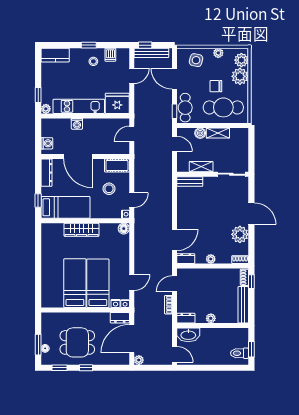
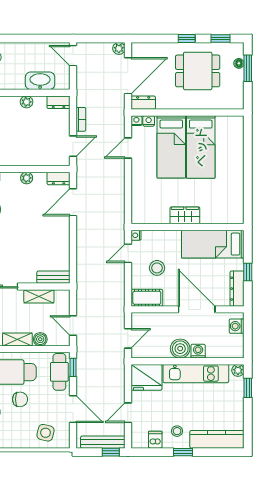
plant: (218, 53) -> (17, 442), removed
kitchen counter: (55, 55) -> (217, 439), width x1.50
boiler: (91, 126) -> (180, 349), added
window: (38, 200) -> (248, 272), moved
floor lamp: (124, 229) -> (138, 217), removed
wardrobe: (81, 230) -> (185, 215), width x0.67
washbasin: (188, 335) -> (40, 81), moved

